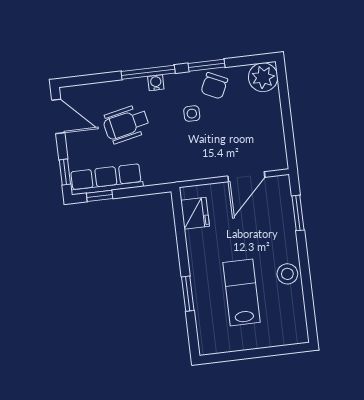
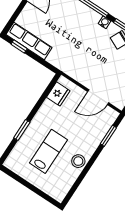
water cooler: (156, 83) -> (104, 22), moved
side table: (192, 114) -> (97, 44), removed
wheelchair: (126, 124) -> (61, 22), removed
window: (65, 172) -> (12, 21), removed

